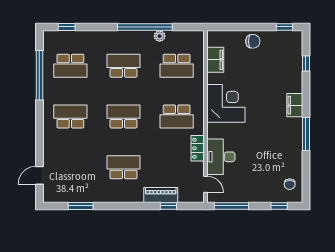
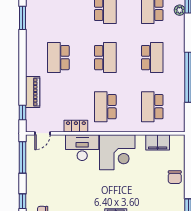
plant: (160, 36) -> (180, 10), moved
desk: (221, 157) -> (82, 148), moved
school desk: (123, 167) -> (58, 58), turned 180
window: (168, 206) -> (23, 112), moved

